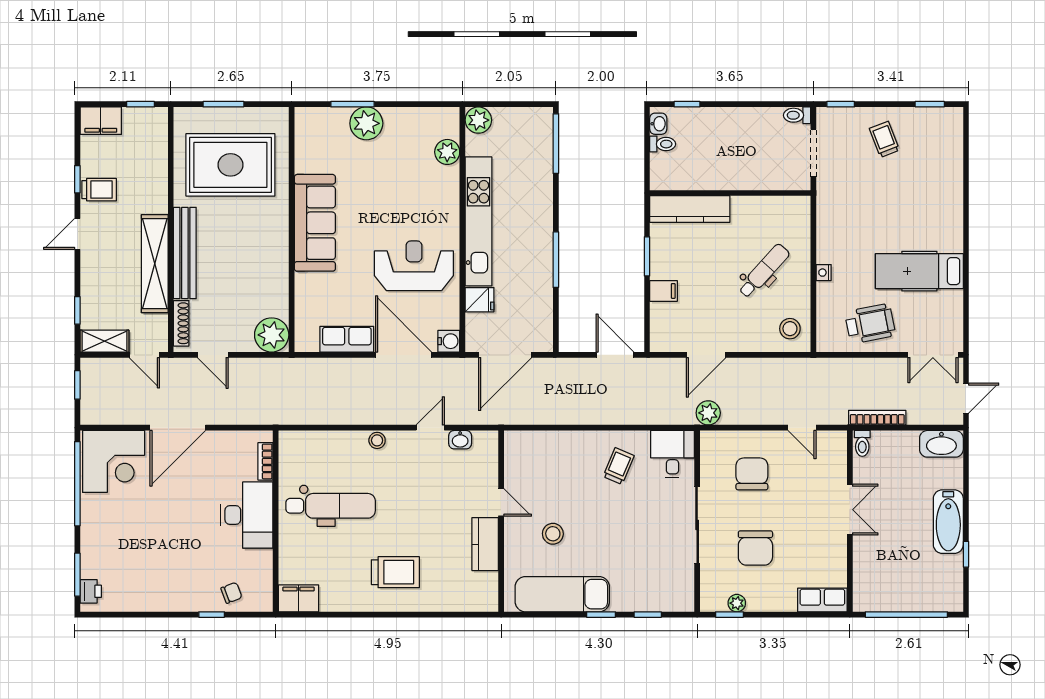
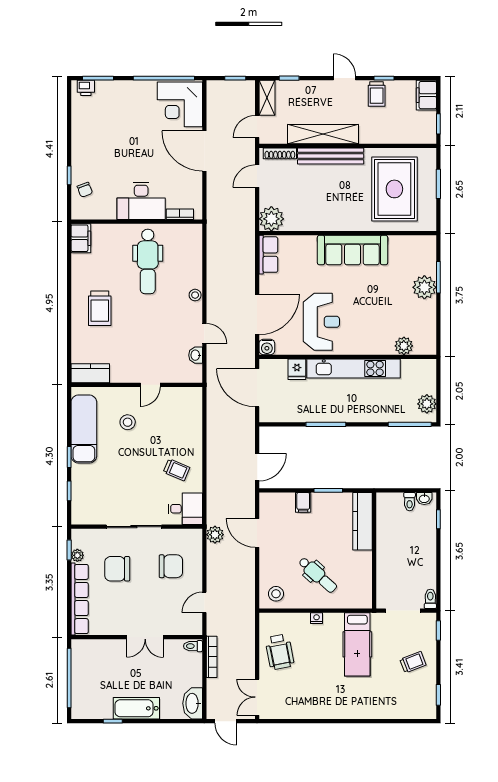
plant: (478, 120) -> (427, 404), moved
hospital bed: (919, 271) -> (357, 644), moved, turned 180
row of seats: (347, 339) -> (268, 255), moved
kitchen counter: (485, 544) -> (90, 373), moved
row of seats: (822, 600) -> (80, 599), width x2.02

